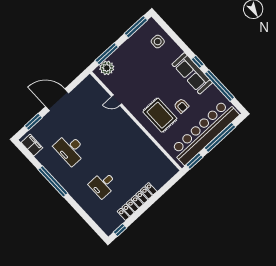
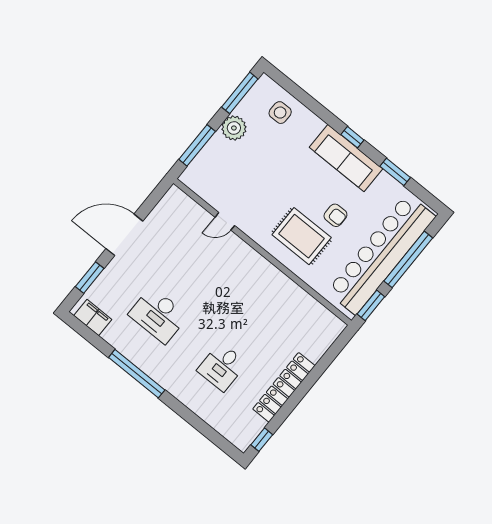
plant: (107, 68) -> (234, 128), moved
window: (220, 86) -> (395, 172), width x0.47

